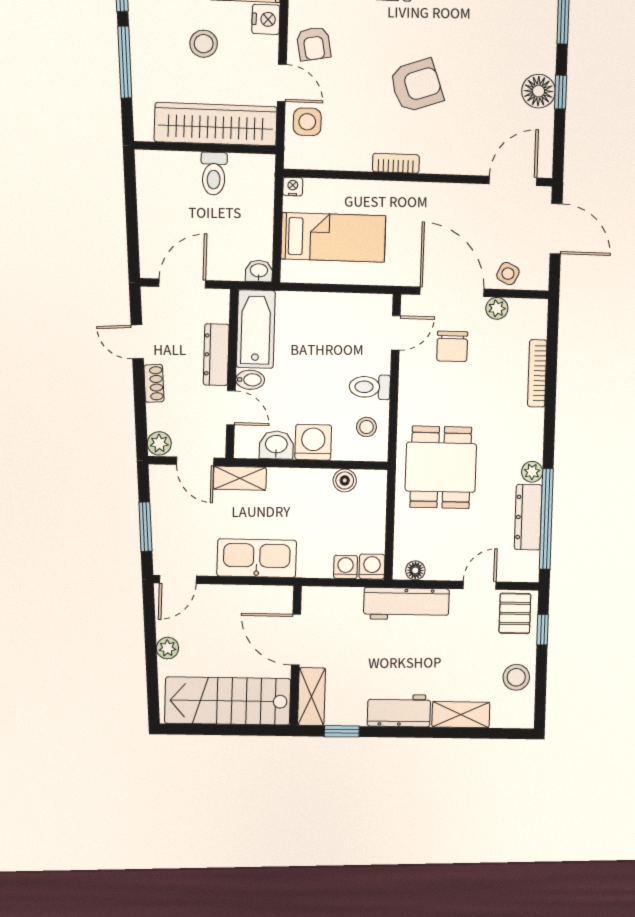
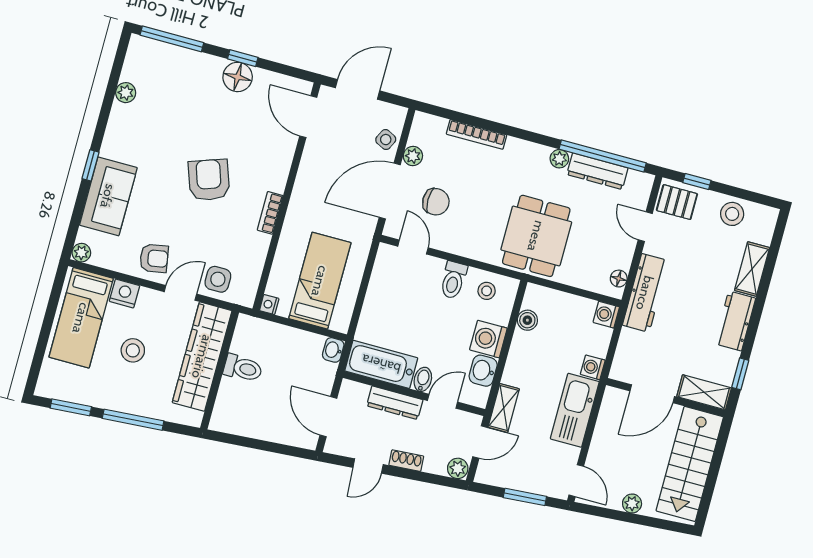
dining table: (441, 467) -> (536, 236), turned 90
washing machine: (345, 567) -> (593, 367), moved

